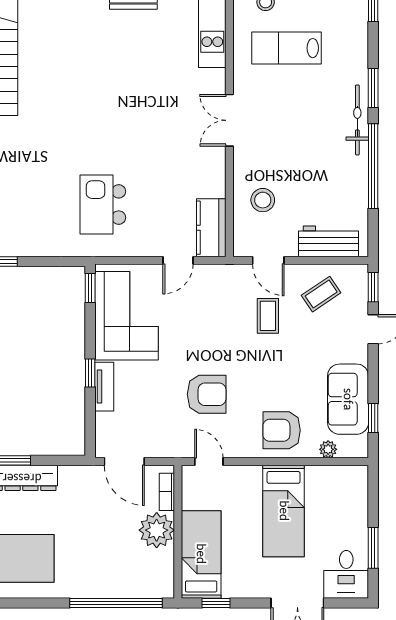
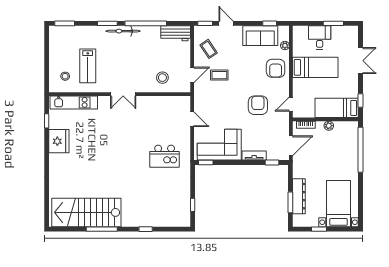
kitchen counter: (211, 228) -> (176, 103), removed
workbench: (329, 241) -> (176, 33), moved, turned -90
window: (90, 373) -> (272, 162), moved
plant: (157, 530) -> (329, 126), width x0.53, depth x0.53
desk: (346, 574) -> (320, 37), moved, turned -90

